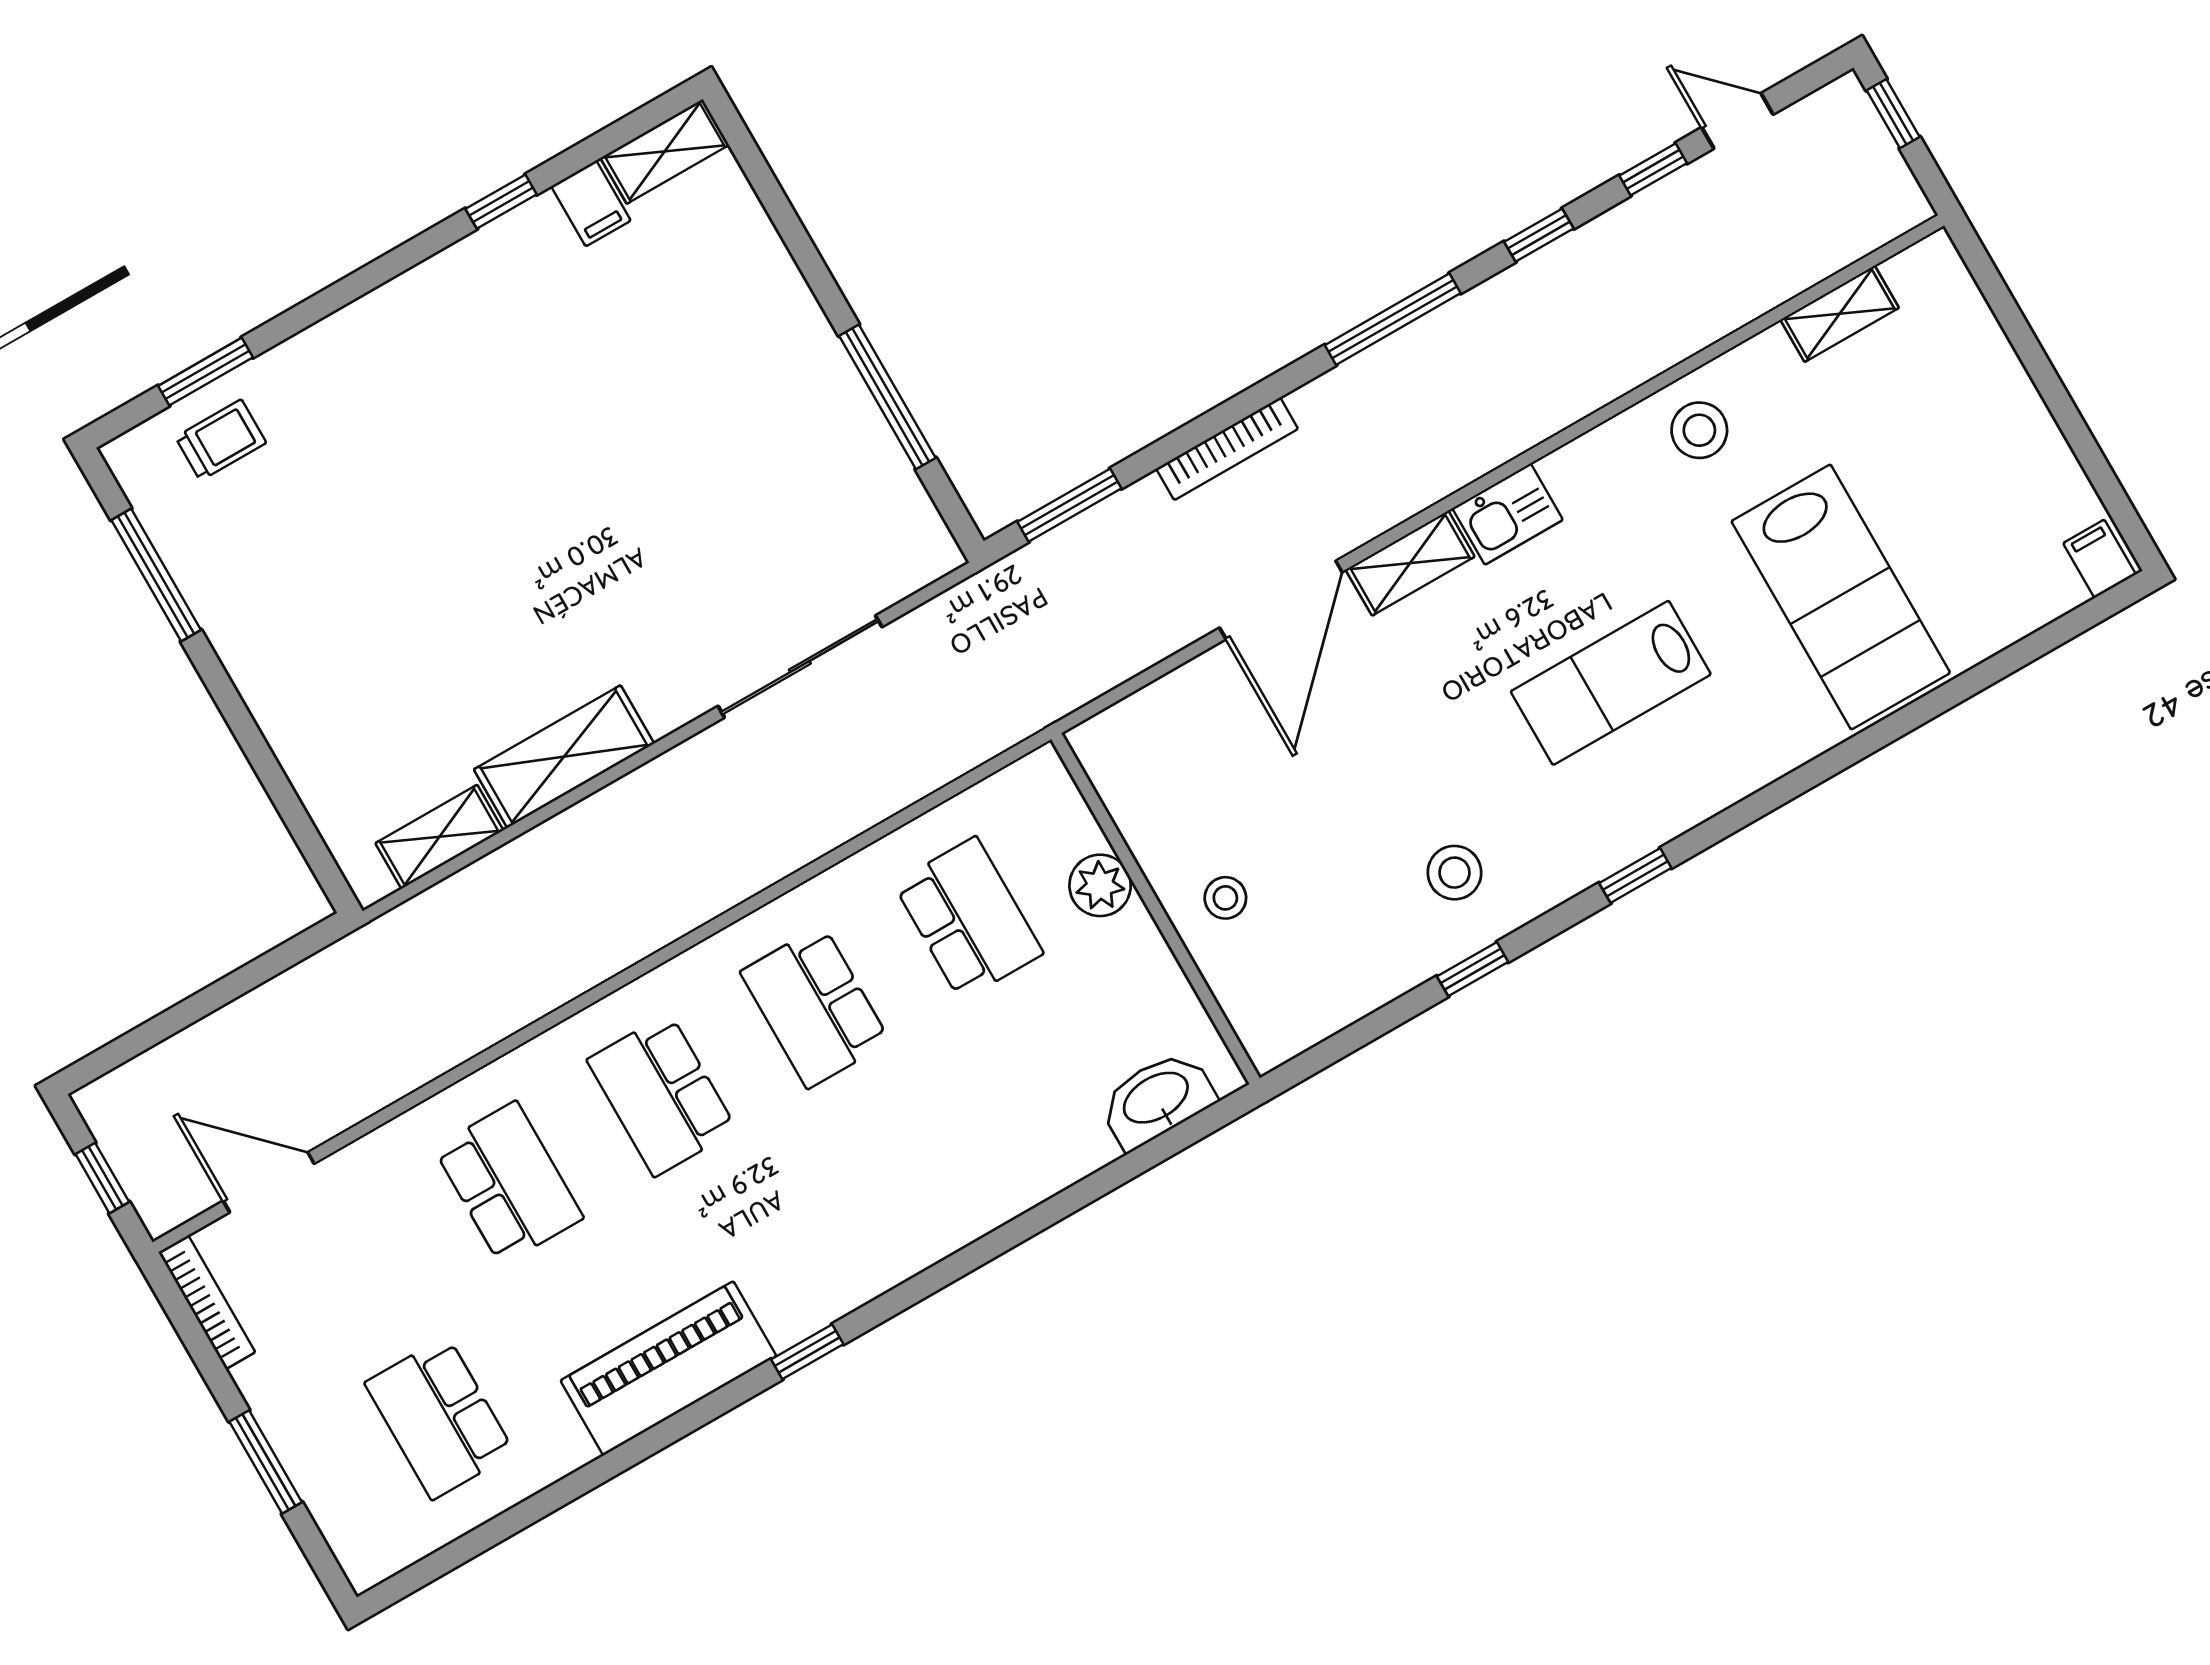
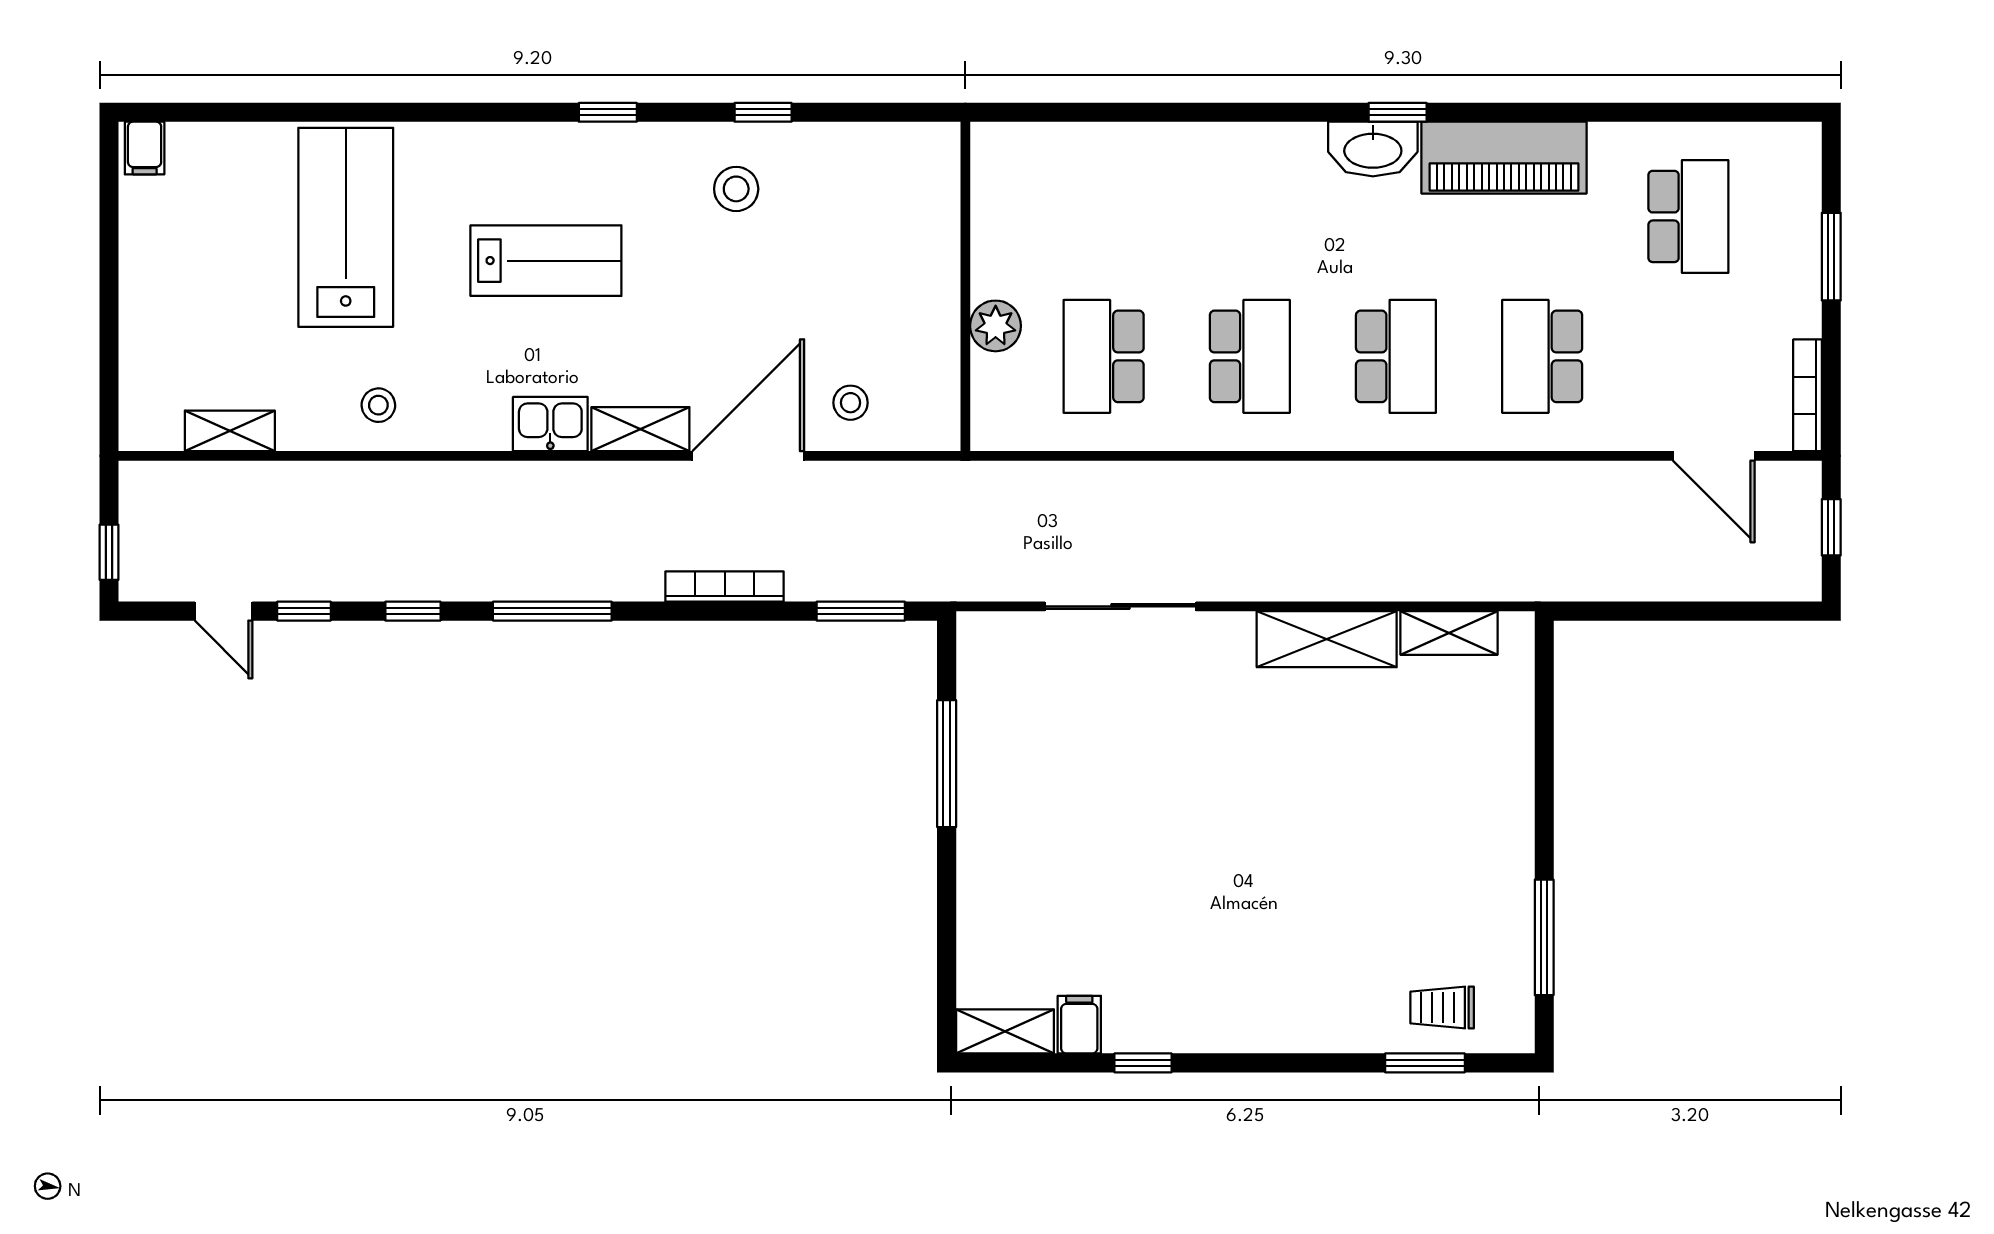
stool: (1699, 430) -> (378, 405), width x0.73, depth x0.73
stool: (1225, 898) -> (851, 403), moved
washbasin: (1157, 1099) -> (1373, 149), moved

